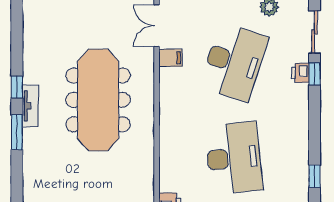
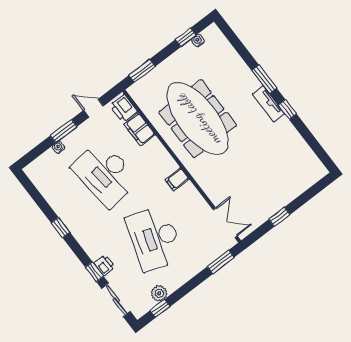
filing cabinet: (170, 58) -> (177, 179), moved
meeting table: (98, 100) -> (198, 119), moved
filing cabinet: (170, 175) -> (139, 129), added
window: (314, 176) -> (60, 228), moved

